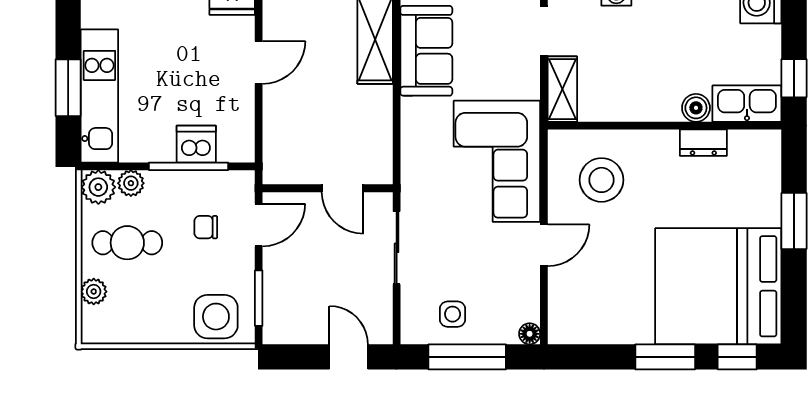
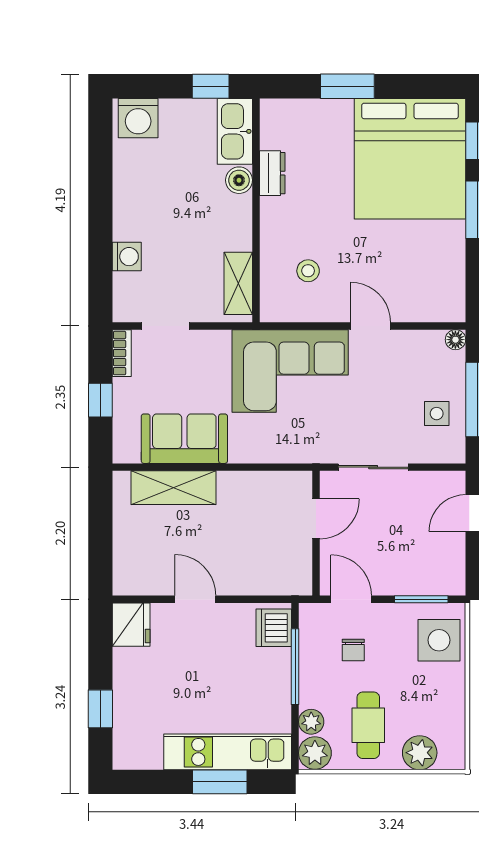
shelving: (562, 89) -> (238, 283), moved, turned 90
dishwasher: (196, 144) -> (274, 628), moved
stool: (601, 180) -> (308, 271), width x0.53, depth x0.53
plant: (94, 292) -> (420, 753), width x1.38, depth x1.38

